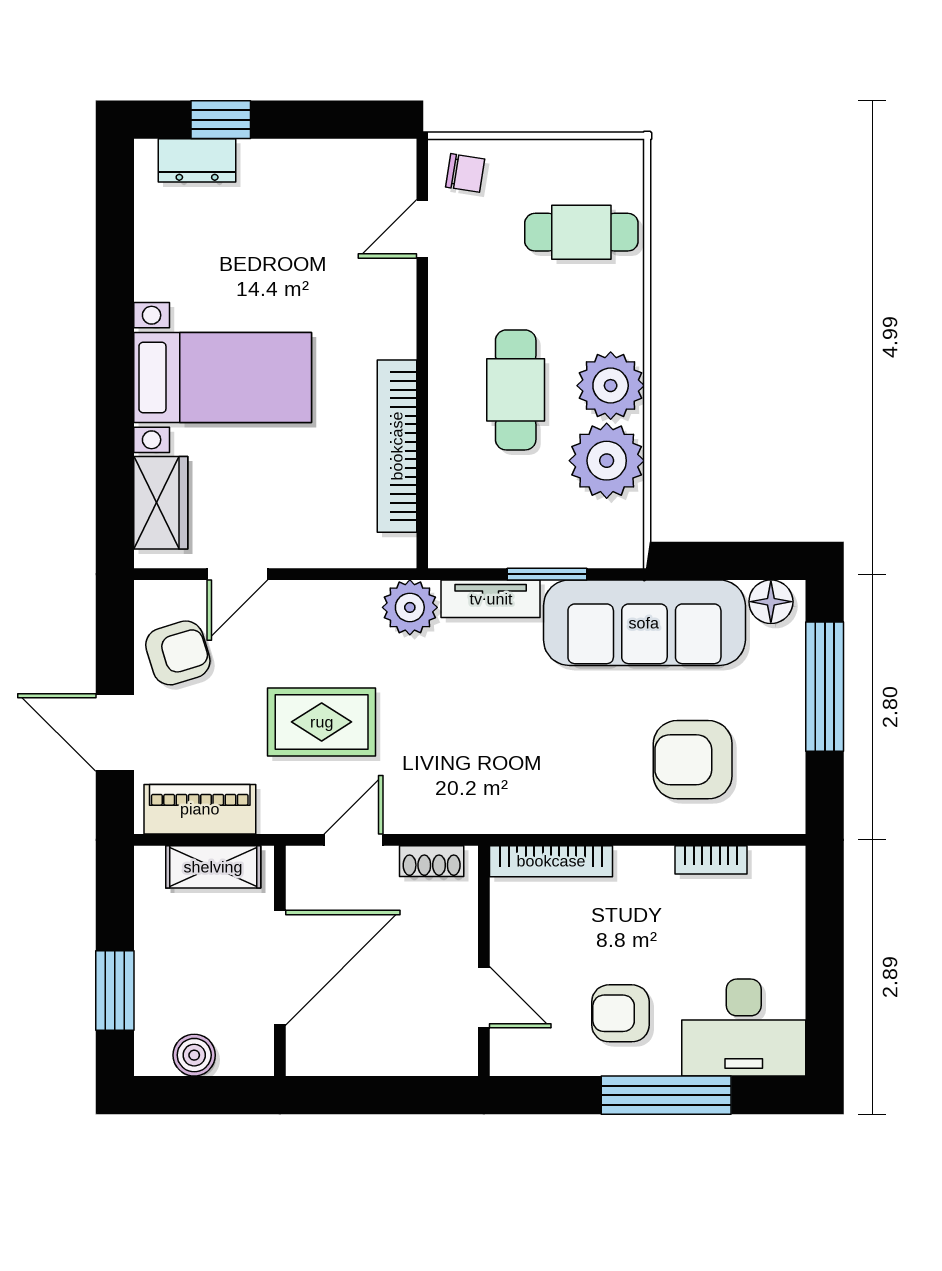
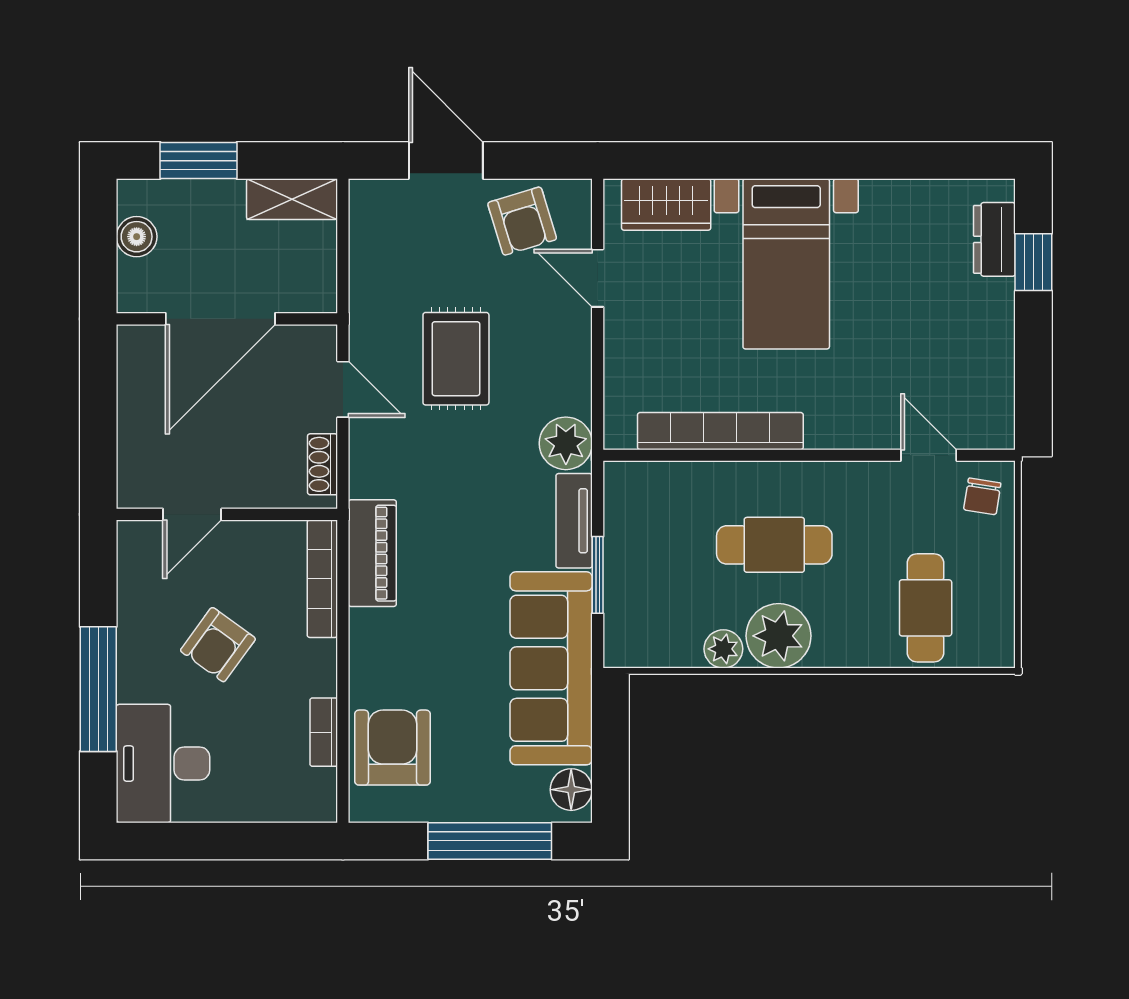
plant: (607, 461) -> (723, 649), width x0.53, depth x0.53
door: (115, 733) -> (446, 161), hinge flipped
armchair: (693, 760) -> (393, 748), moved
piano: (200, 809) -> (372, 553), moved
shelving: (213, 867) -> (292, 199), moved, turned 90
door: (280, 968) -> (220, 319), hinge flipped
armchair: (620, 1013) -> (218, 645), moved, turned -144

